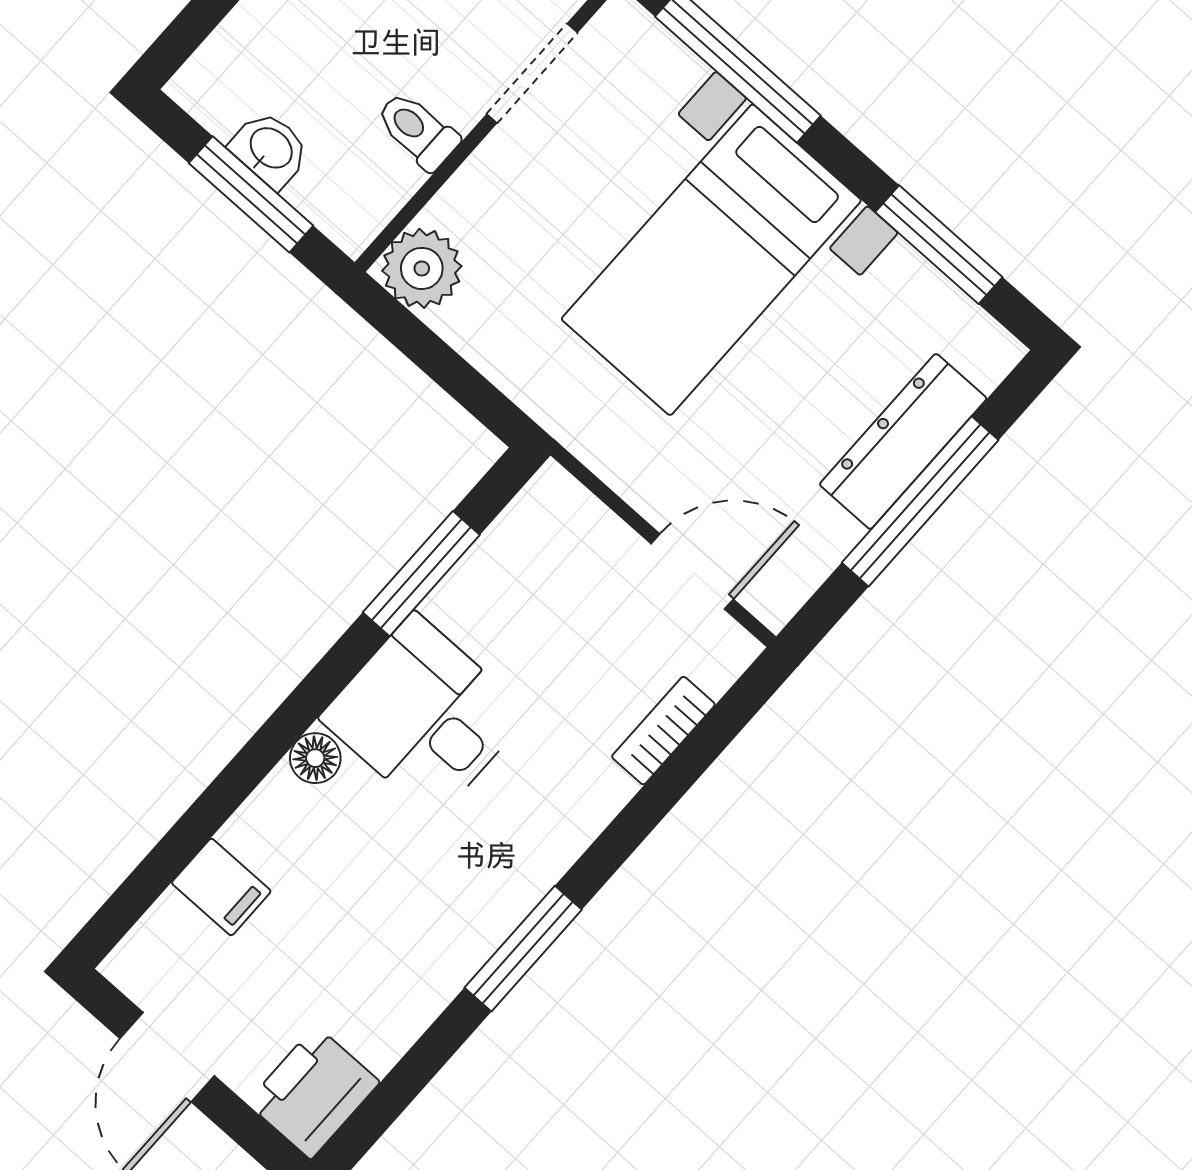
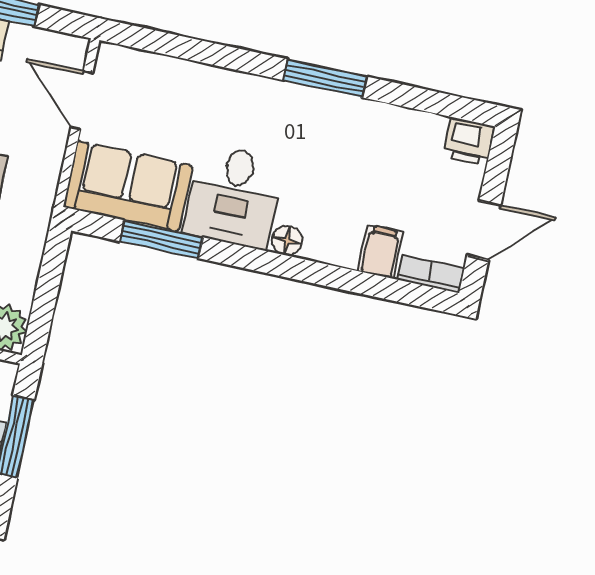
sofa: (527, 568) -> (128, 186), added
bookcase: (663, 731) -> (430, 274), moved, turned 180
printer: (313, 1092) -> (469, 142), width x0.73, depth x0.81

